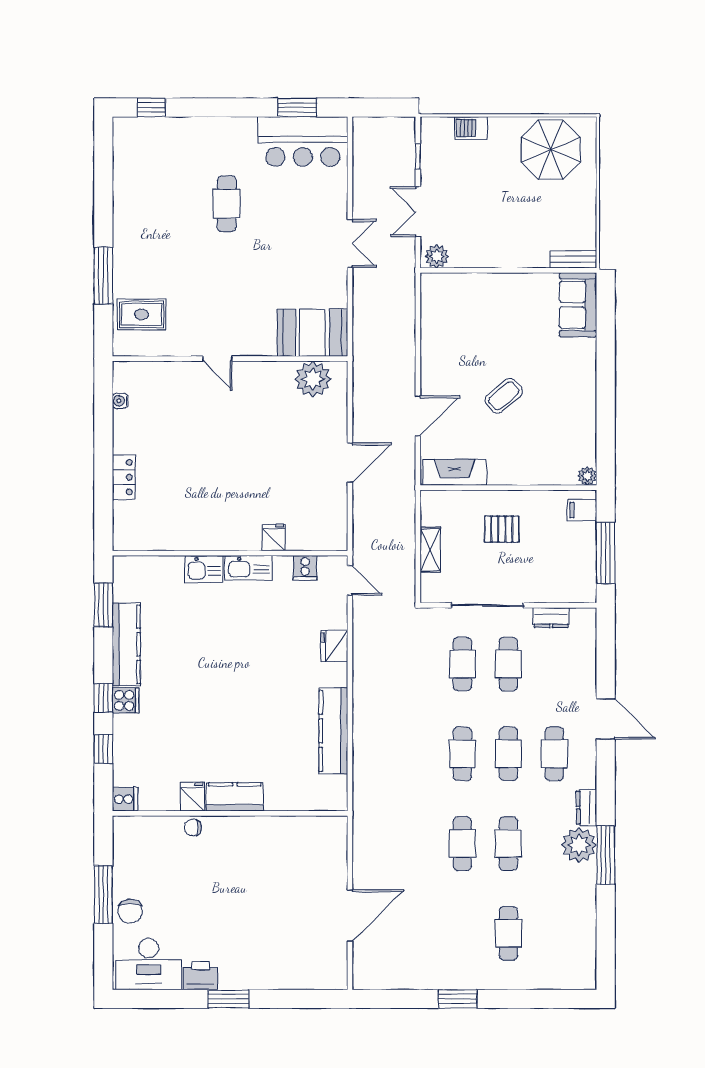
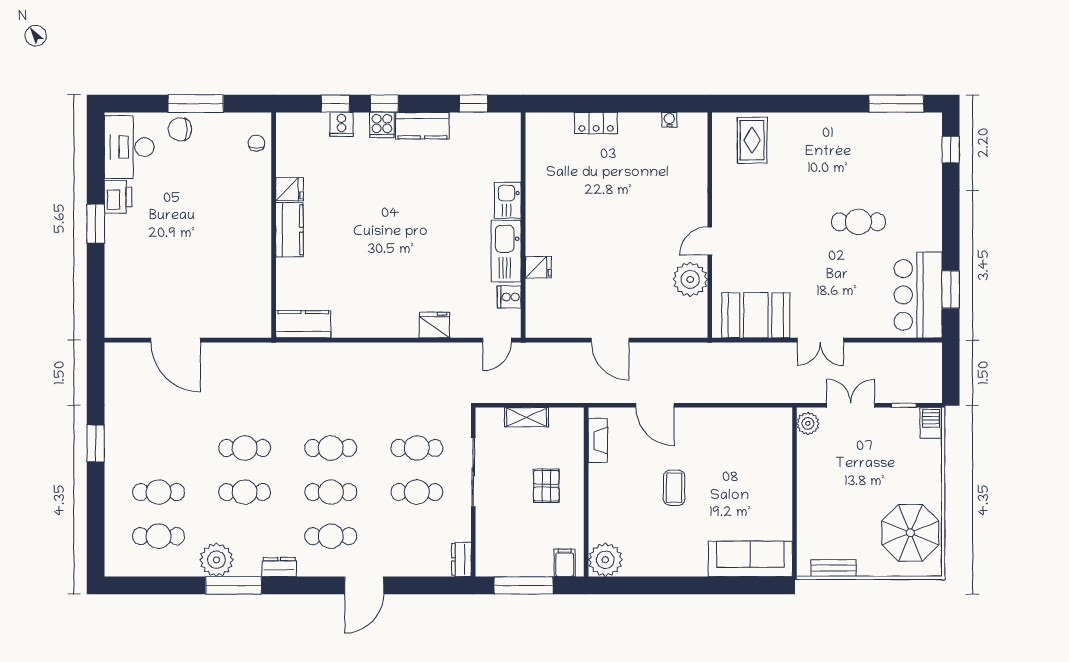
barbecue: (471, 128) -> (931, 423), moved
bench: (573, 259) -> (834, 568), moved, turned 90
window: (103, 276) -> (896, 104), moved
sofa: (578, 305) -> (750, 559), width x1.36
booth: (312, 333) -> (756, 315), moved, turned 90
door: (217, 359) -> (710, 241), moved
plant: (313, 379) -> (690, 279), moved
coffee table: (504, 396) -> (674, 488), turned 40
fireplace: (455, 472) -> (598, 441), width x0.73, depth x0.76
plant: (587, 476) -> (605, 560), width x1.87, depth x1.87
kitchen sink: (249, 568) -> (506, 251), width x1.36, depth x1.24
window: (103, 605) -> (474, 104), width x0.67
dresser: (551, 618) -> (461, 559), moved
kitchen counter: (126, 644) -> (422, 126), width x0.67
kitchen counter: (333, 731) -> (303, 324), moved, width x0.67
cooker: (125, 799) -> (341, 124), moved
chair: (193, 828) -> (256, 143), moved
plant: (579, 845) -> (217, 560), moved
cafe table: (554, 933) -> (159, 536), added

